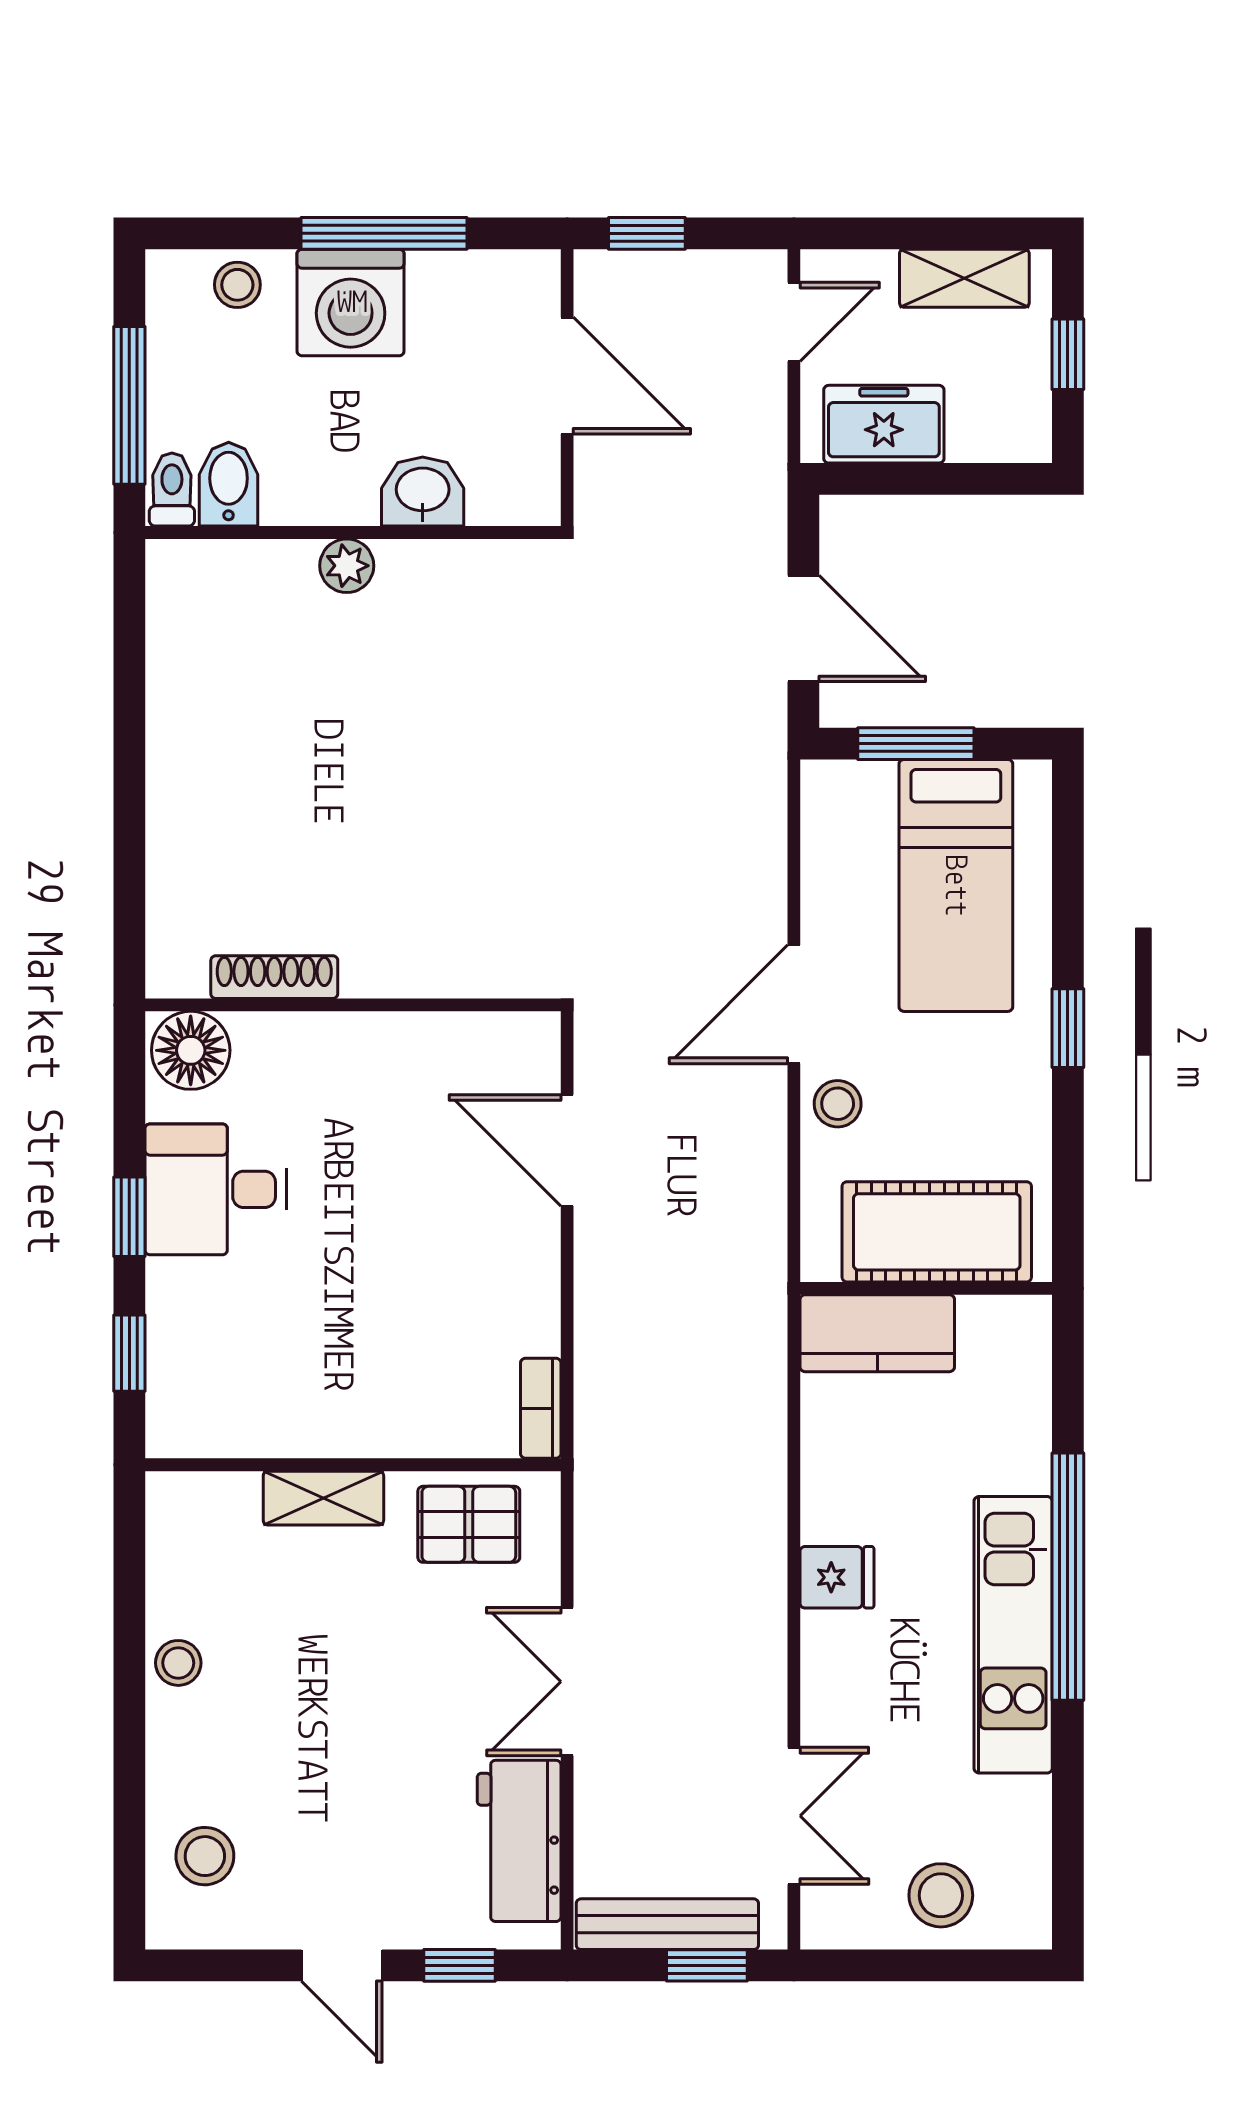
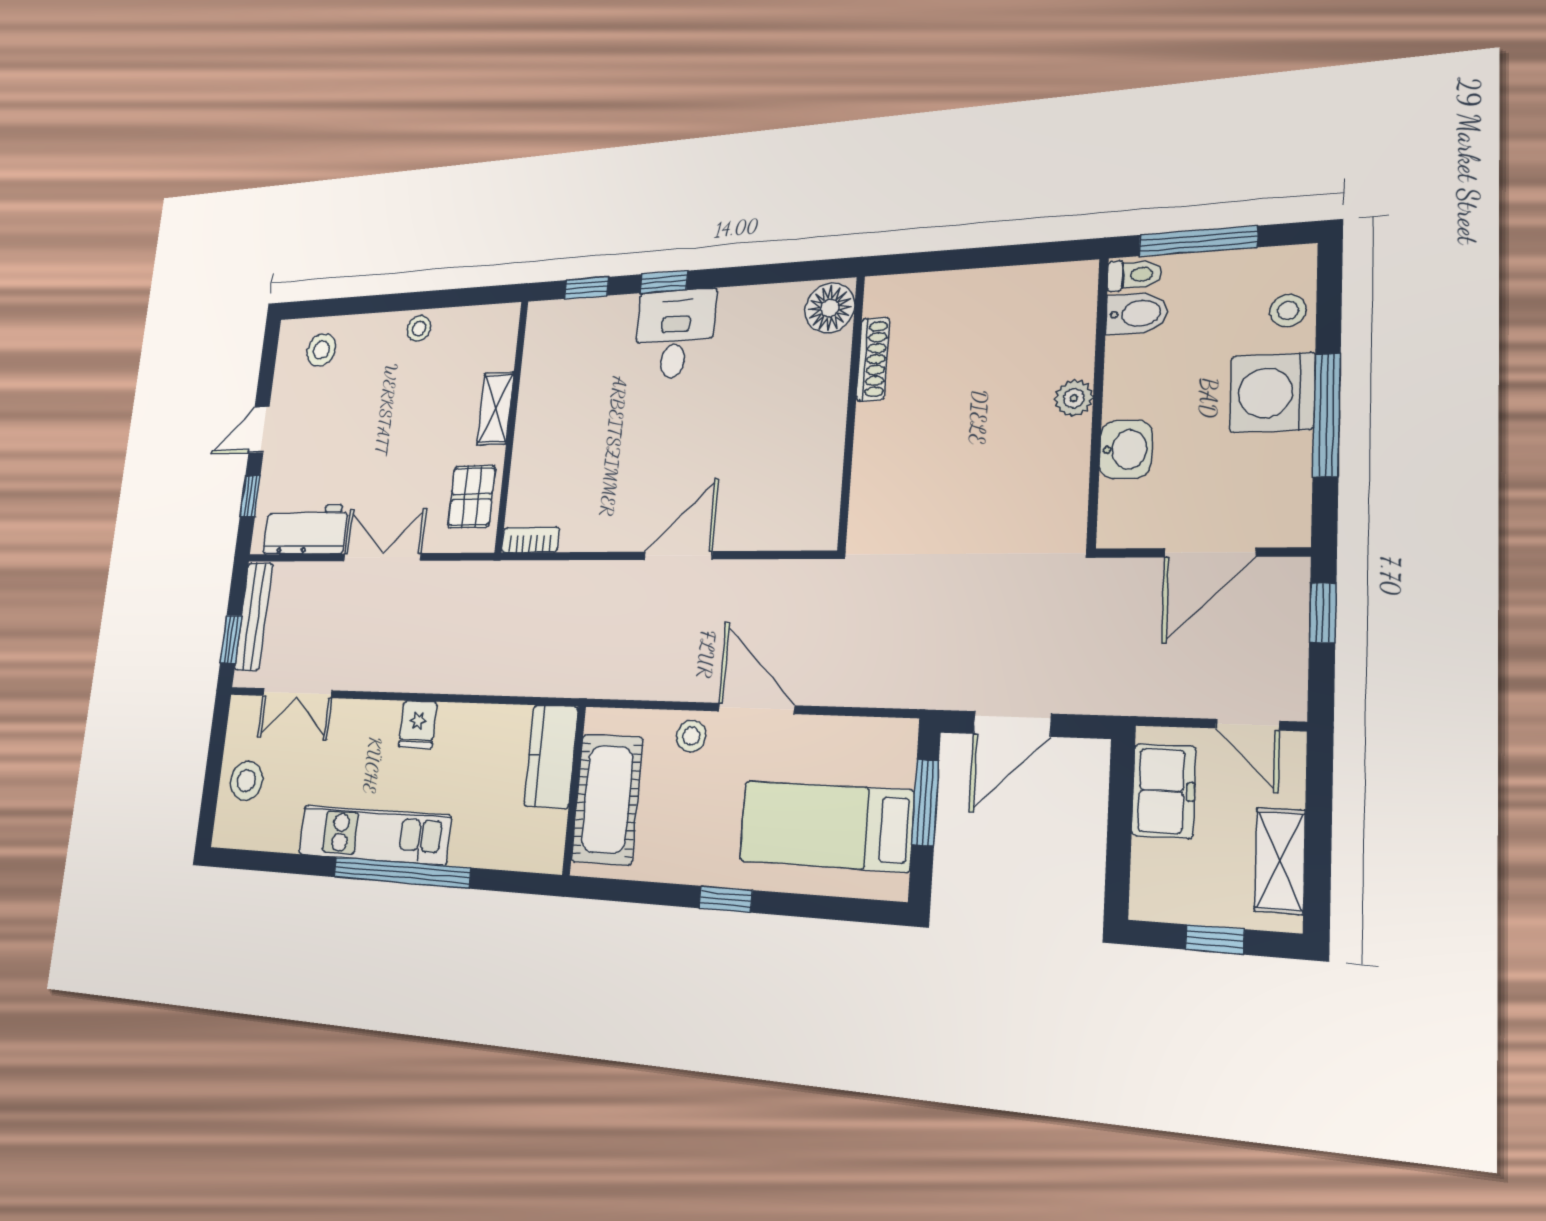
shoe rack: (274, 977) -> (873, 359), moved
wall: (353, 1005) -> (851, 412), moved
floor lamp: (191, 1050) -> (830, 308), moved

